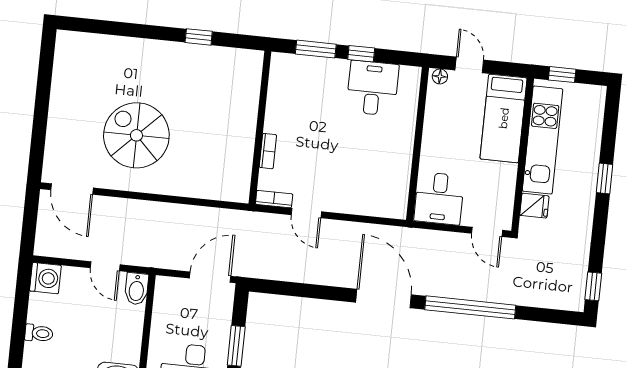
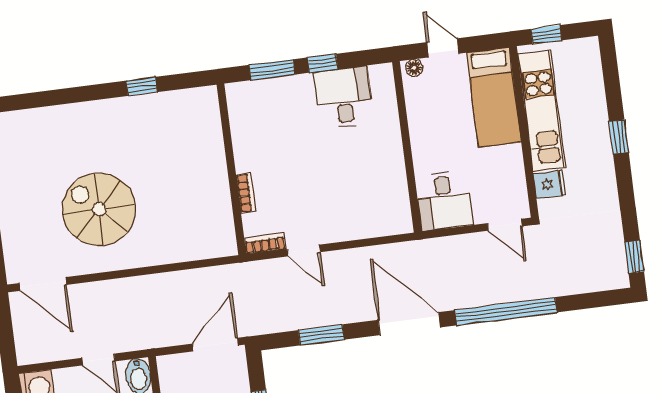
window: (304, 290) -> (321, 335), added

